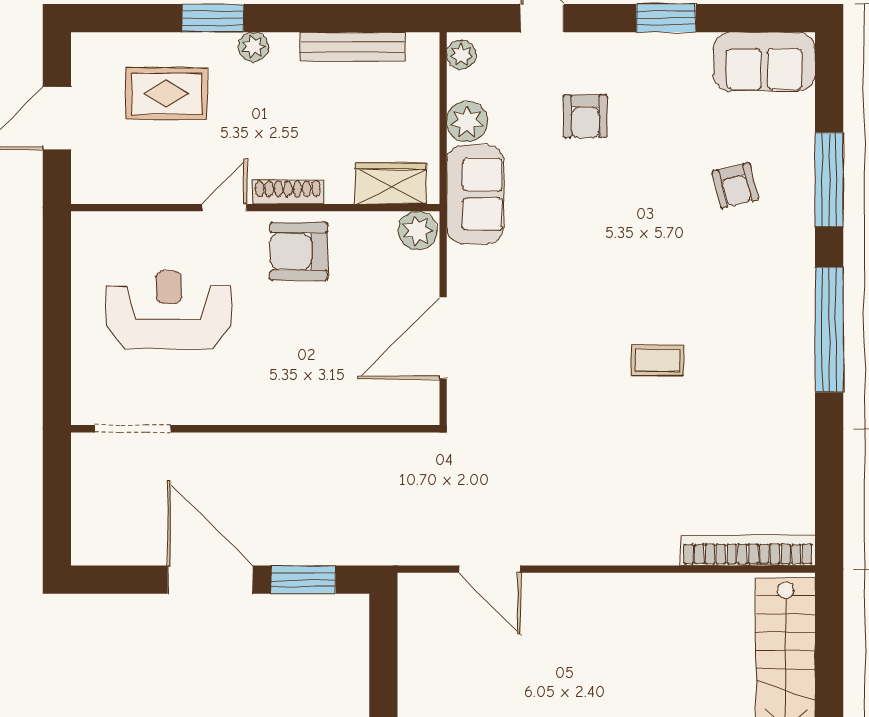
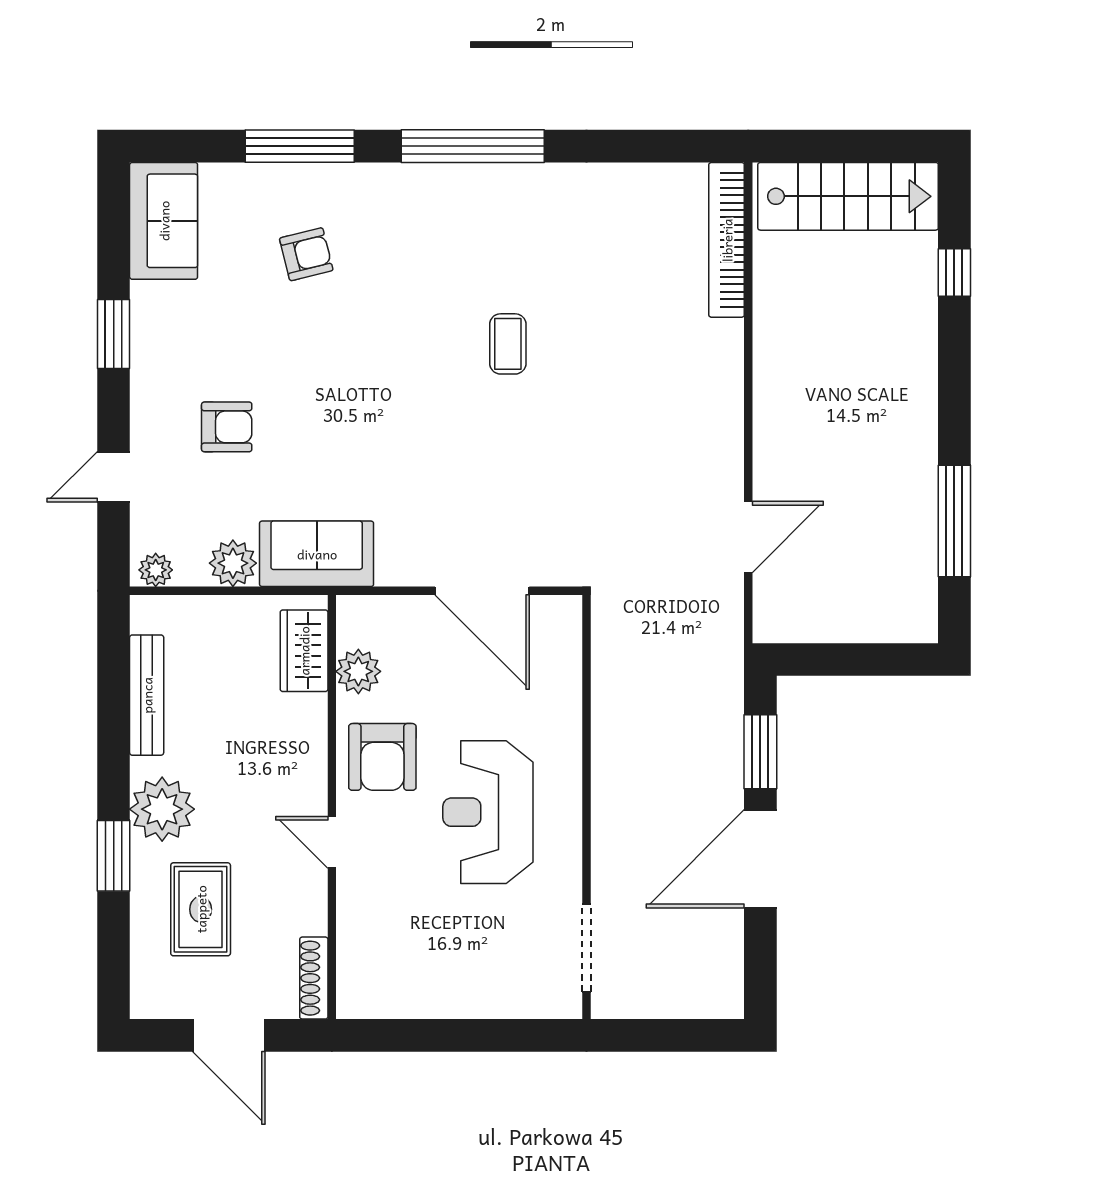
plant: (253, 47) -> (162, 809), width x1.87, depth x1.87
shoe rack: (288, 192) -> (314, 978), moved
plant: (418, 231) -> (358, 671), moved
reception desk: (169, 310) -> (488, 812), moved

